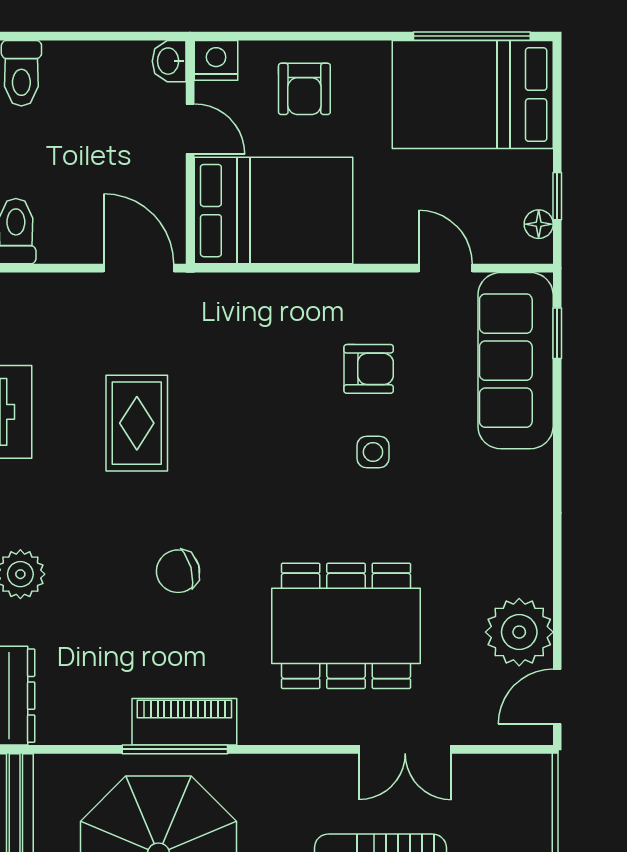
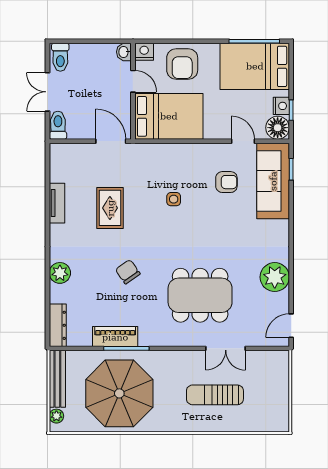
armchair: (304, 89) -> (182, 64), width x1.38, depth x1.38
nightstand: (534, 186) -> (281, 106), added
floor lamp: (539, 224) -> (278, 128), width x1.89, depth x1.89
armchair: (369, 369) -> (226, 182), moved
side table: (373, 452) -> (174, 199), moved
chair: (178, 571) -> (128, 272), turned 71
plant: (519, 632) -> (275, 277), moved
piano: (184, 722) -> (115, 337), moved

